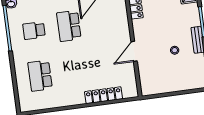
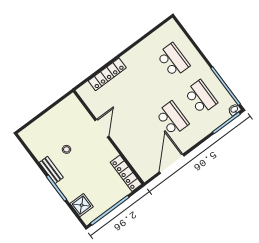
school desk: (34, 31) -> (201, 97), width x1.85

